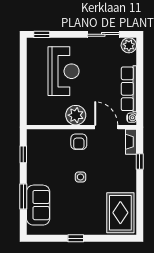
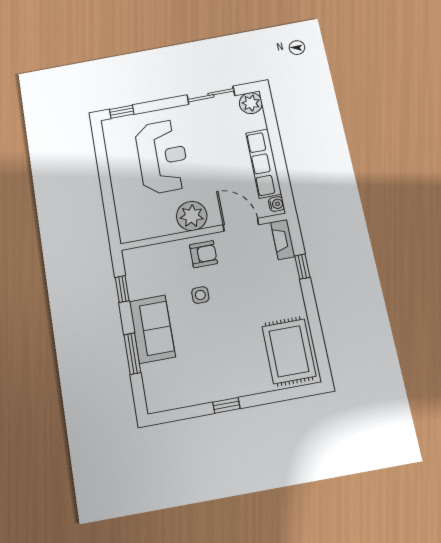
armchair: (79, 142) -> (203, 254), turned -90
side table: (80, 177) -> (200, 295), moved
sofa: (38, 205) -> (152, 329), moved

